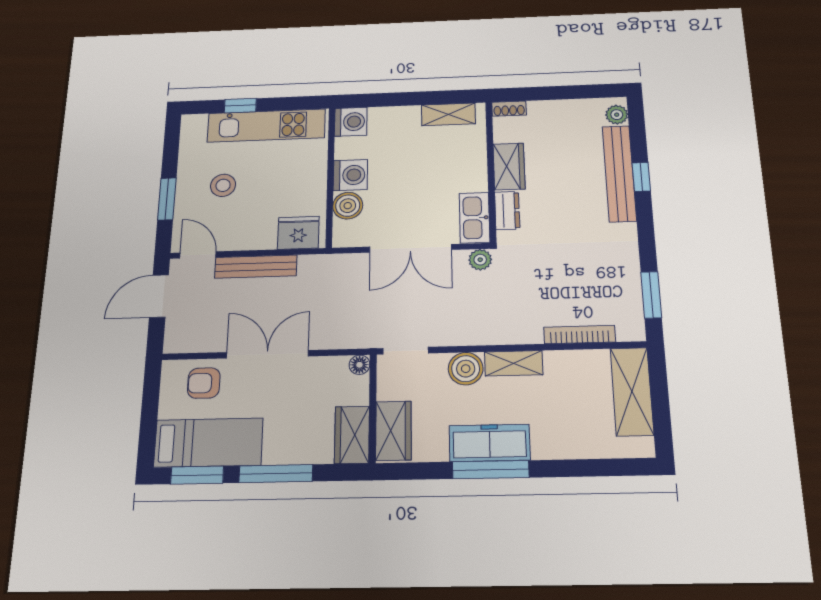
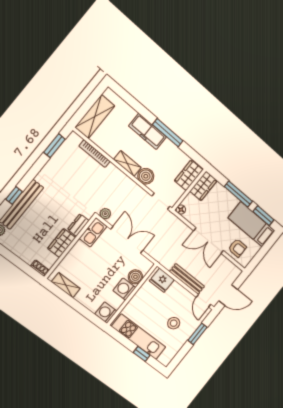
freezer: (490, 443) -> (148, 131), moved

